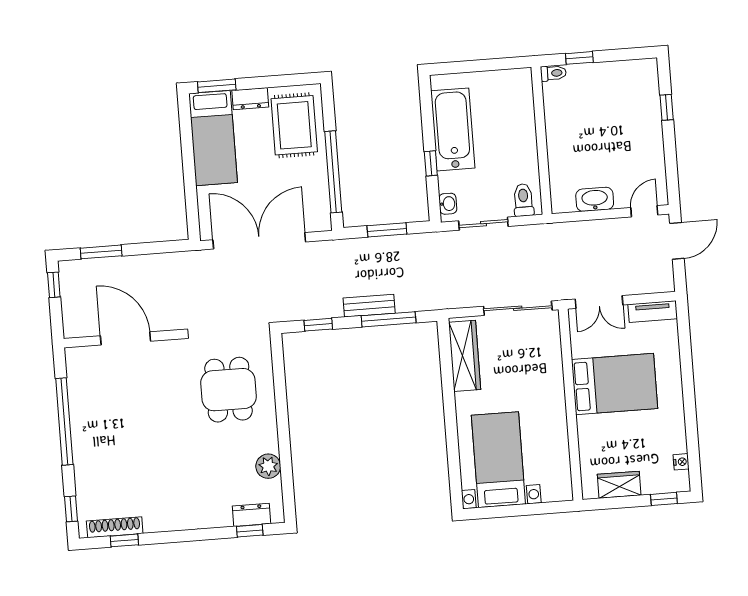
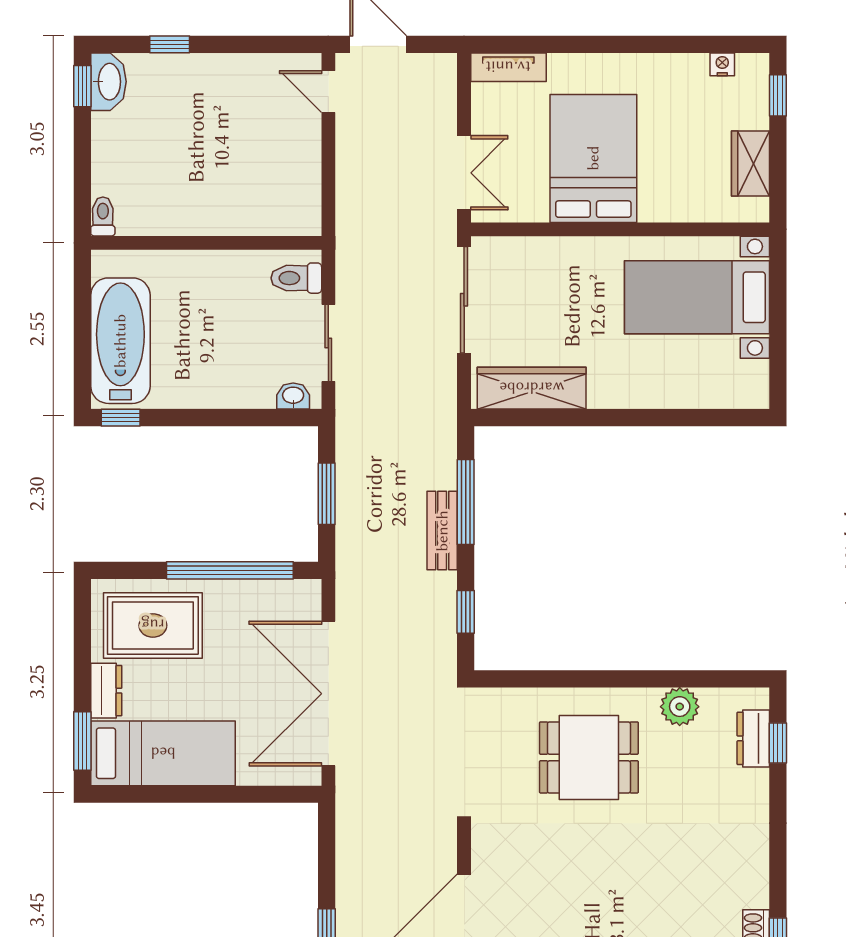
window: (579, 58) -> (82, 86), moved
bathtub: (453, 129) -> (120, 341), moved, turned 90
window: (431, 163) -> (121, 418), moved
washbasin: (595, 199) -> (108, 82), moved, turned 180
tv unit: (653, 311) -> (508, 67), moved, turned 90
dining table: (229, 390) -> (589, 757), moved
bed with nightstands: (498, 460) -> (697, 297), moved

